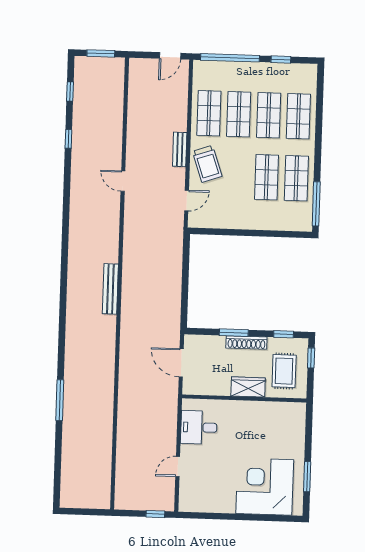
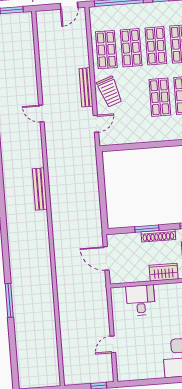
bench: (180, 149) -> (86, 87), width x1.36
bench: (110, 289) -> (40, 189), moved
desk: (199, 427) -> (141, 300), moved, turned 90

